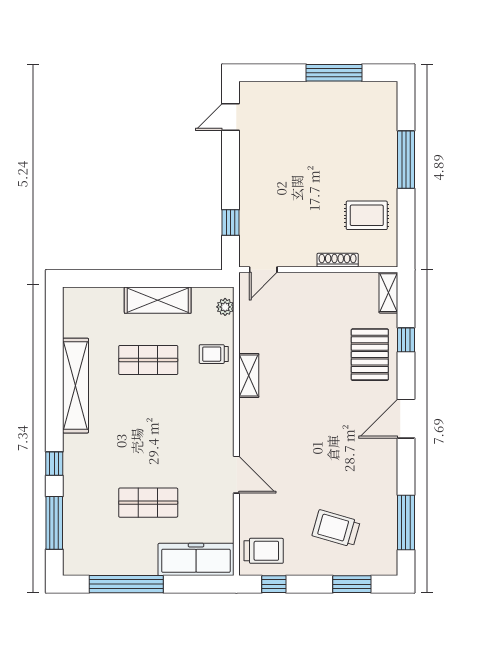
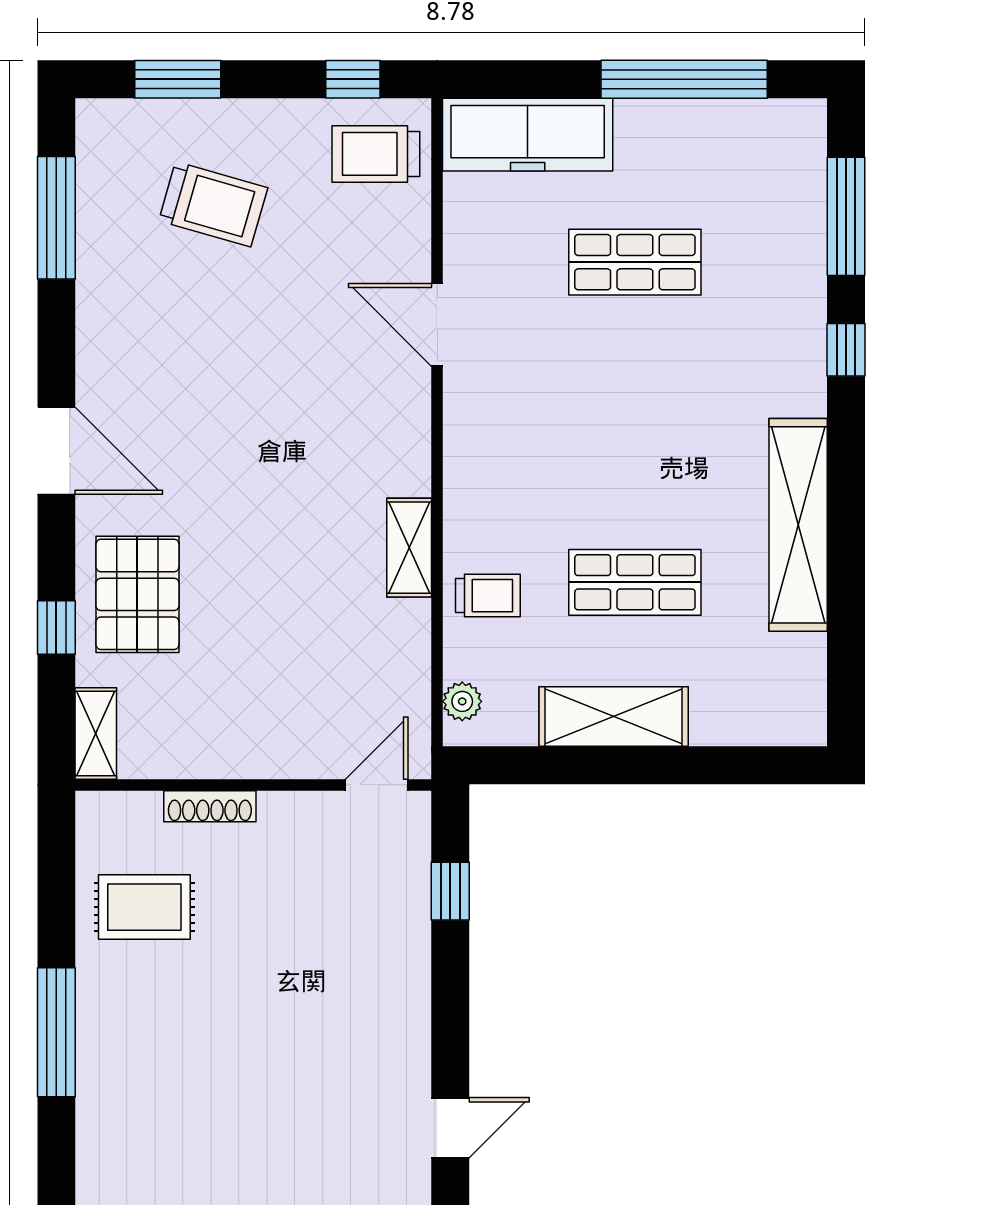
door: (406, 419) -> (56, 451), hinge flipped

